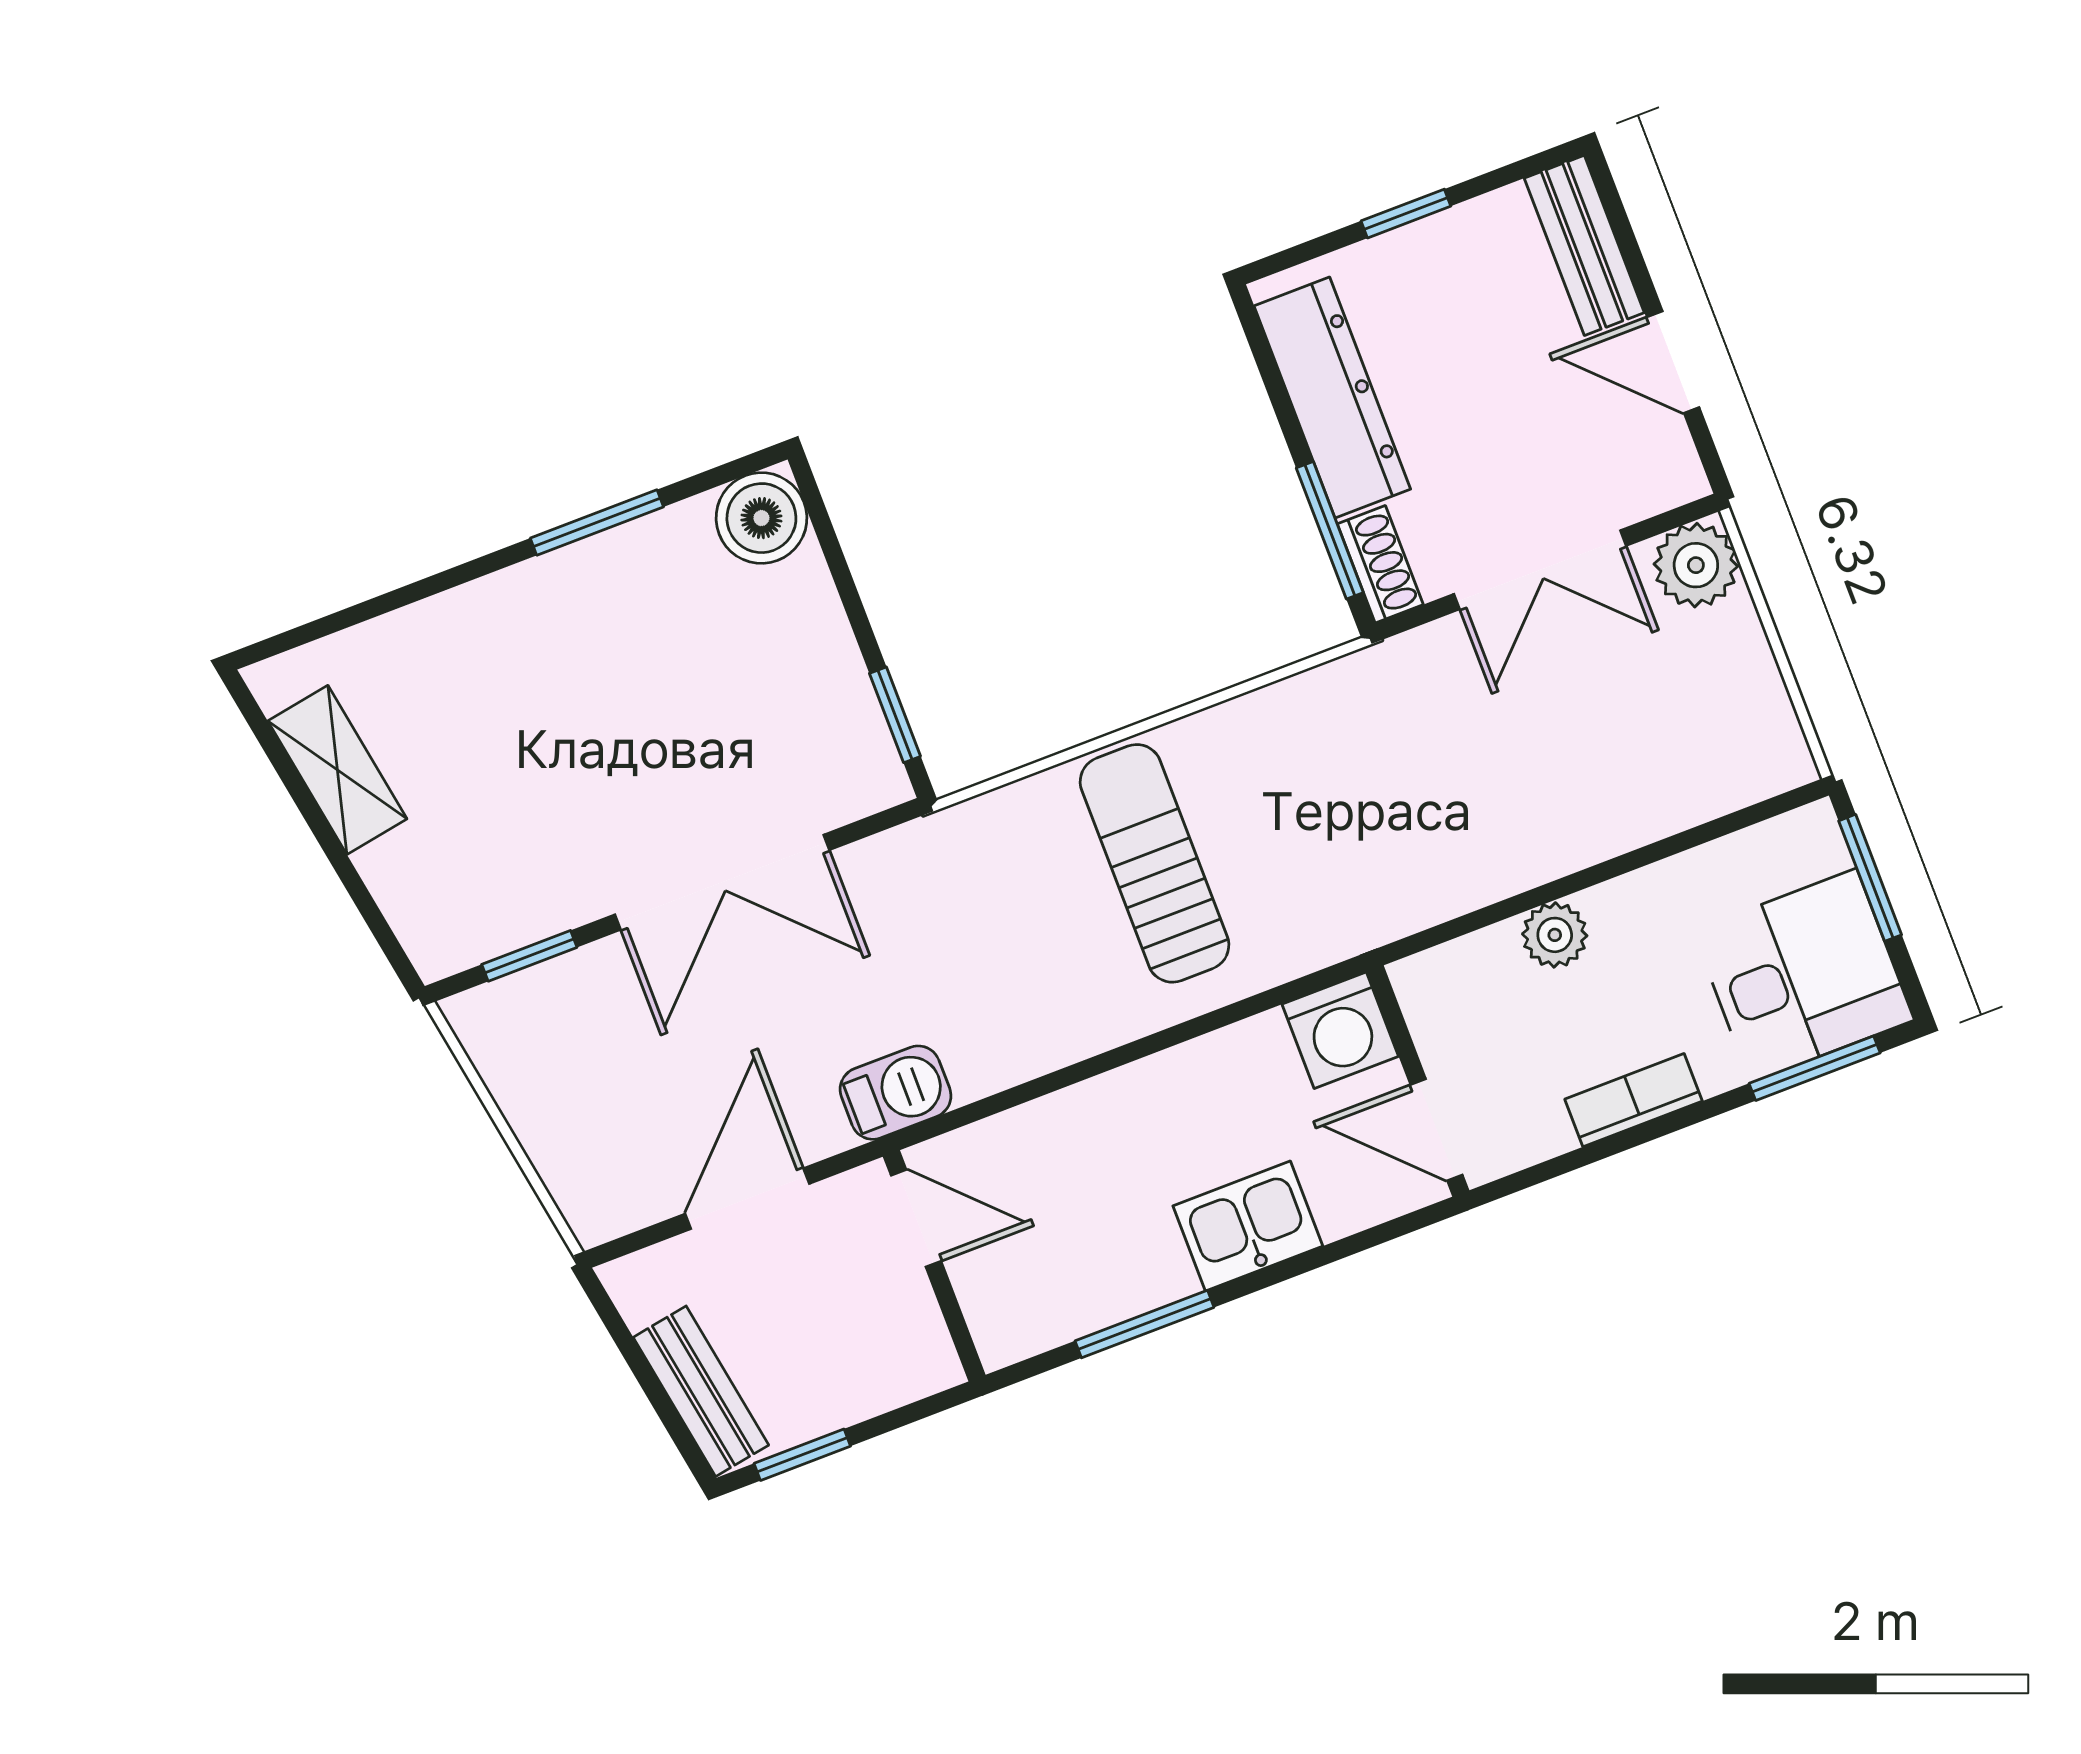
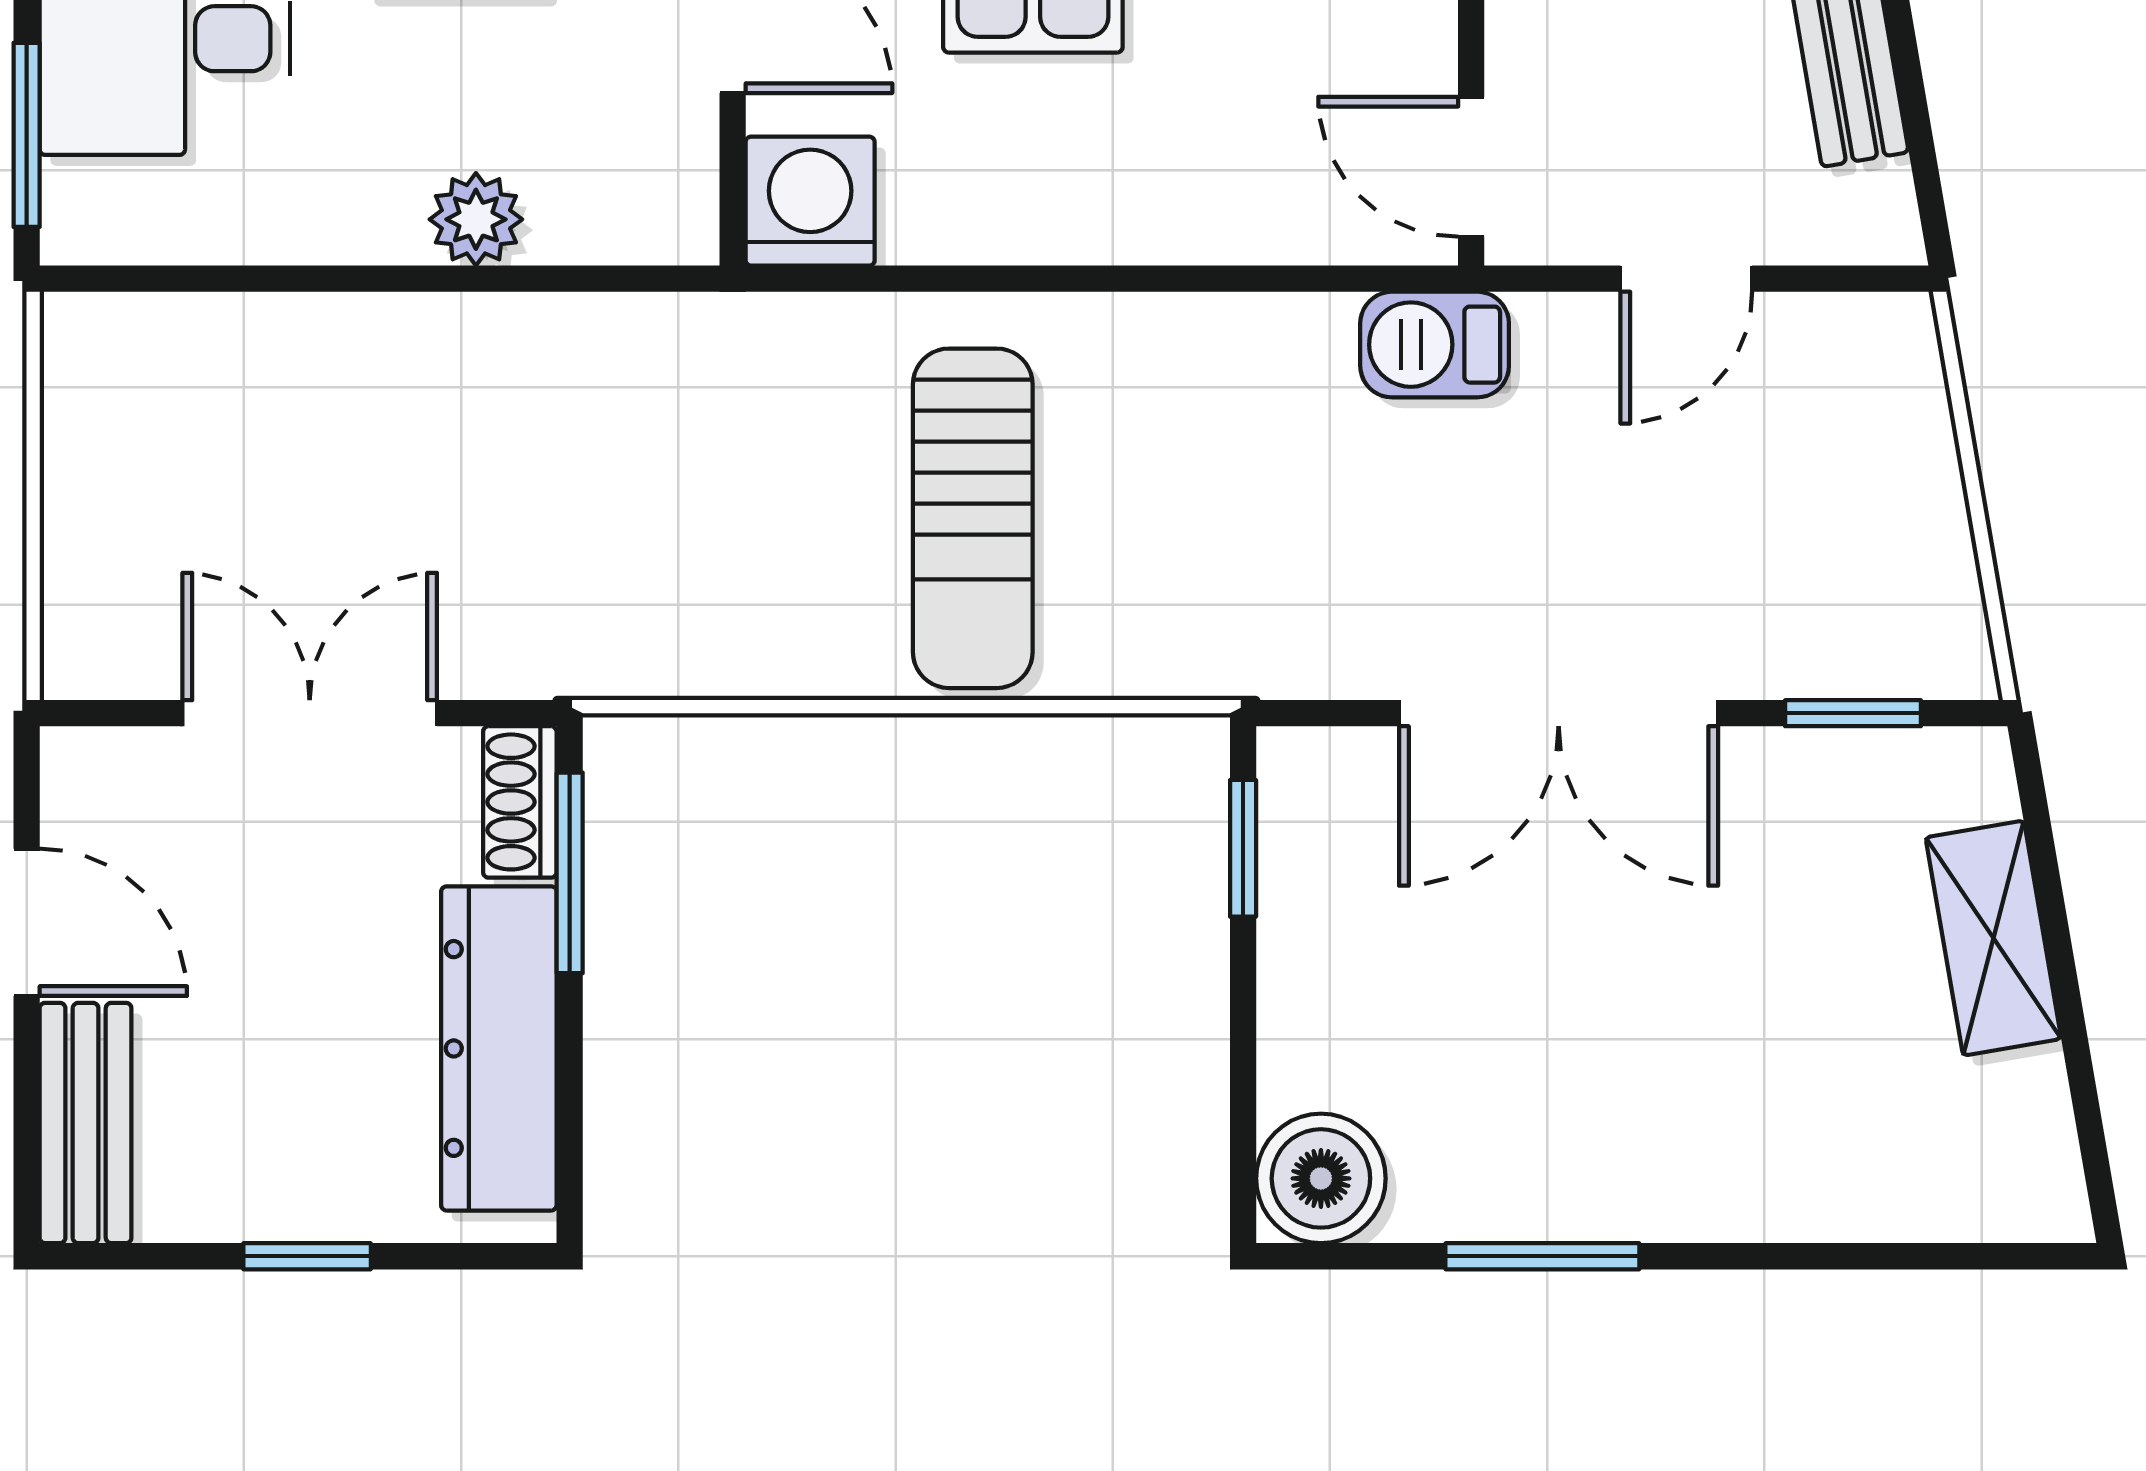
plant: (1696, 565) -> (100, 640), removed
shelving: (337, 770) -> (1993, 938), moved
double door: (722, 882) -> (1559, 713), swing flipped
door: (747, 1199) -> (1686, 279), width x0.73

